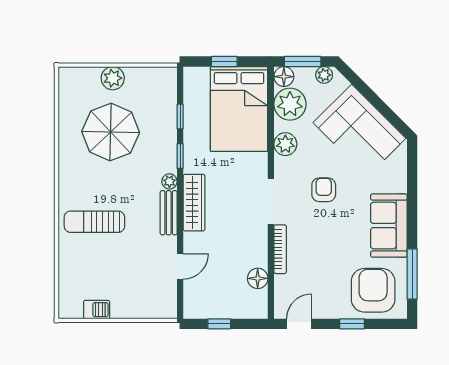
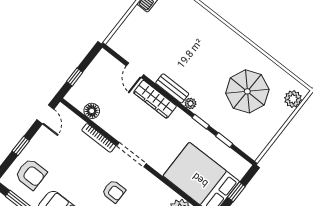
plant: (113, 78) -> (293, 99), moved
plant: (285, 144) -> (159, 190), removed
wardrobe: (194, 203) -> (155, 99), moved
sun lounger: (94, 222) -> (201, 40), removed
armchair: (373, 290) -> (31, 174), width x0.73, depth x0.73
window: (219, 324) -> (75, 77), moved

